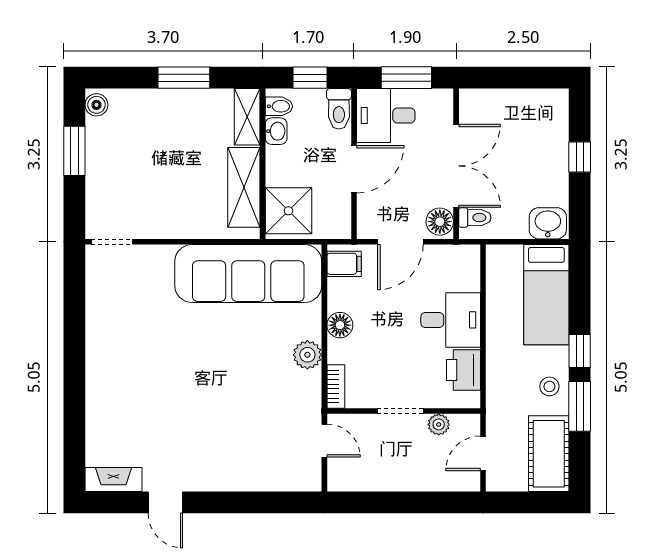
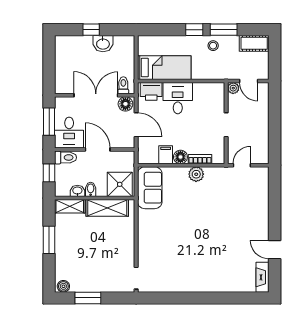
bidet: (279, 106) -> (91, 189), moved
washbasin: (548, 223) -> (103, 44), moved, turned -90
filing cabinet: (344, 264) -> (166, 155), moved
sofa: (248, 274) -> (150, 188), width x0.54, depth x0.79
bed: (546, 295) -> (164, 68), moved
printer: (463, 370) -> (151, 91), moved
bookcase: (336, 386) -> (200, 159), moved
plant: (439, 424) -> (233, 88), moved
cot: (549, 454) -> (254, 43), width x0.73, depth x0.75
door: (165, 502) -> (275, 250), swing flipped

